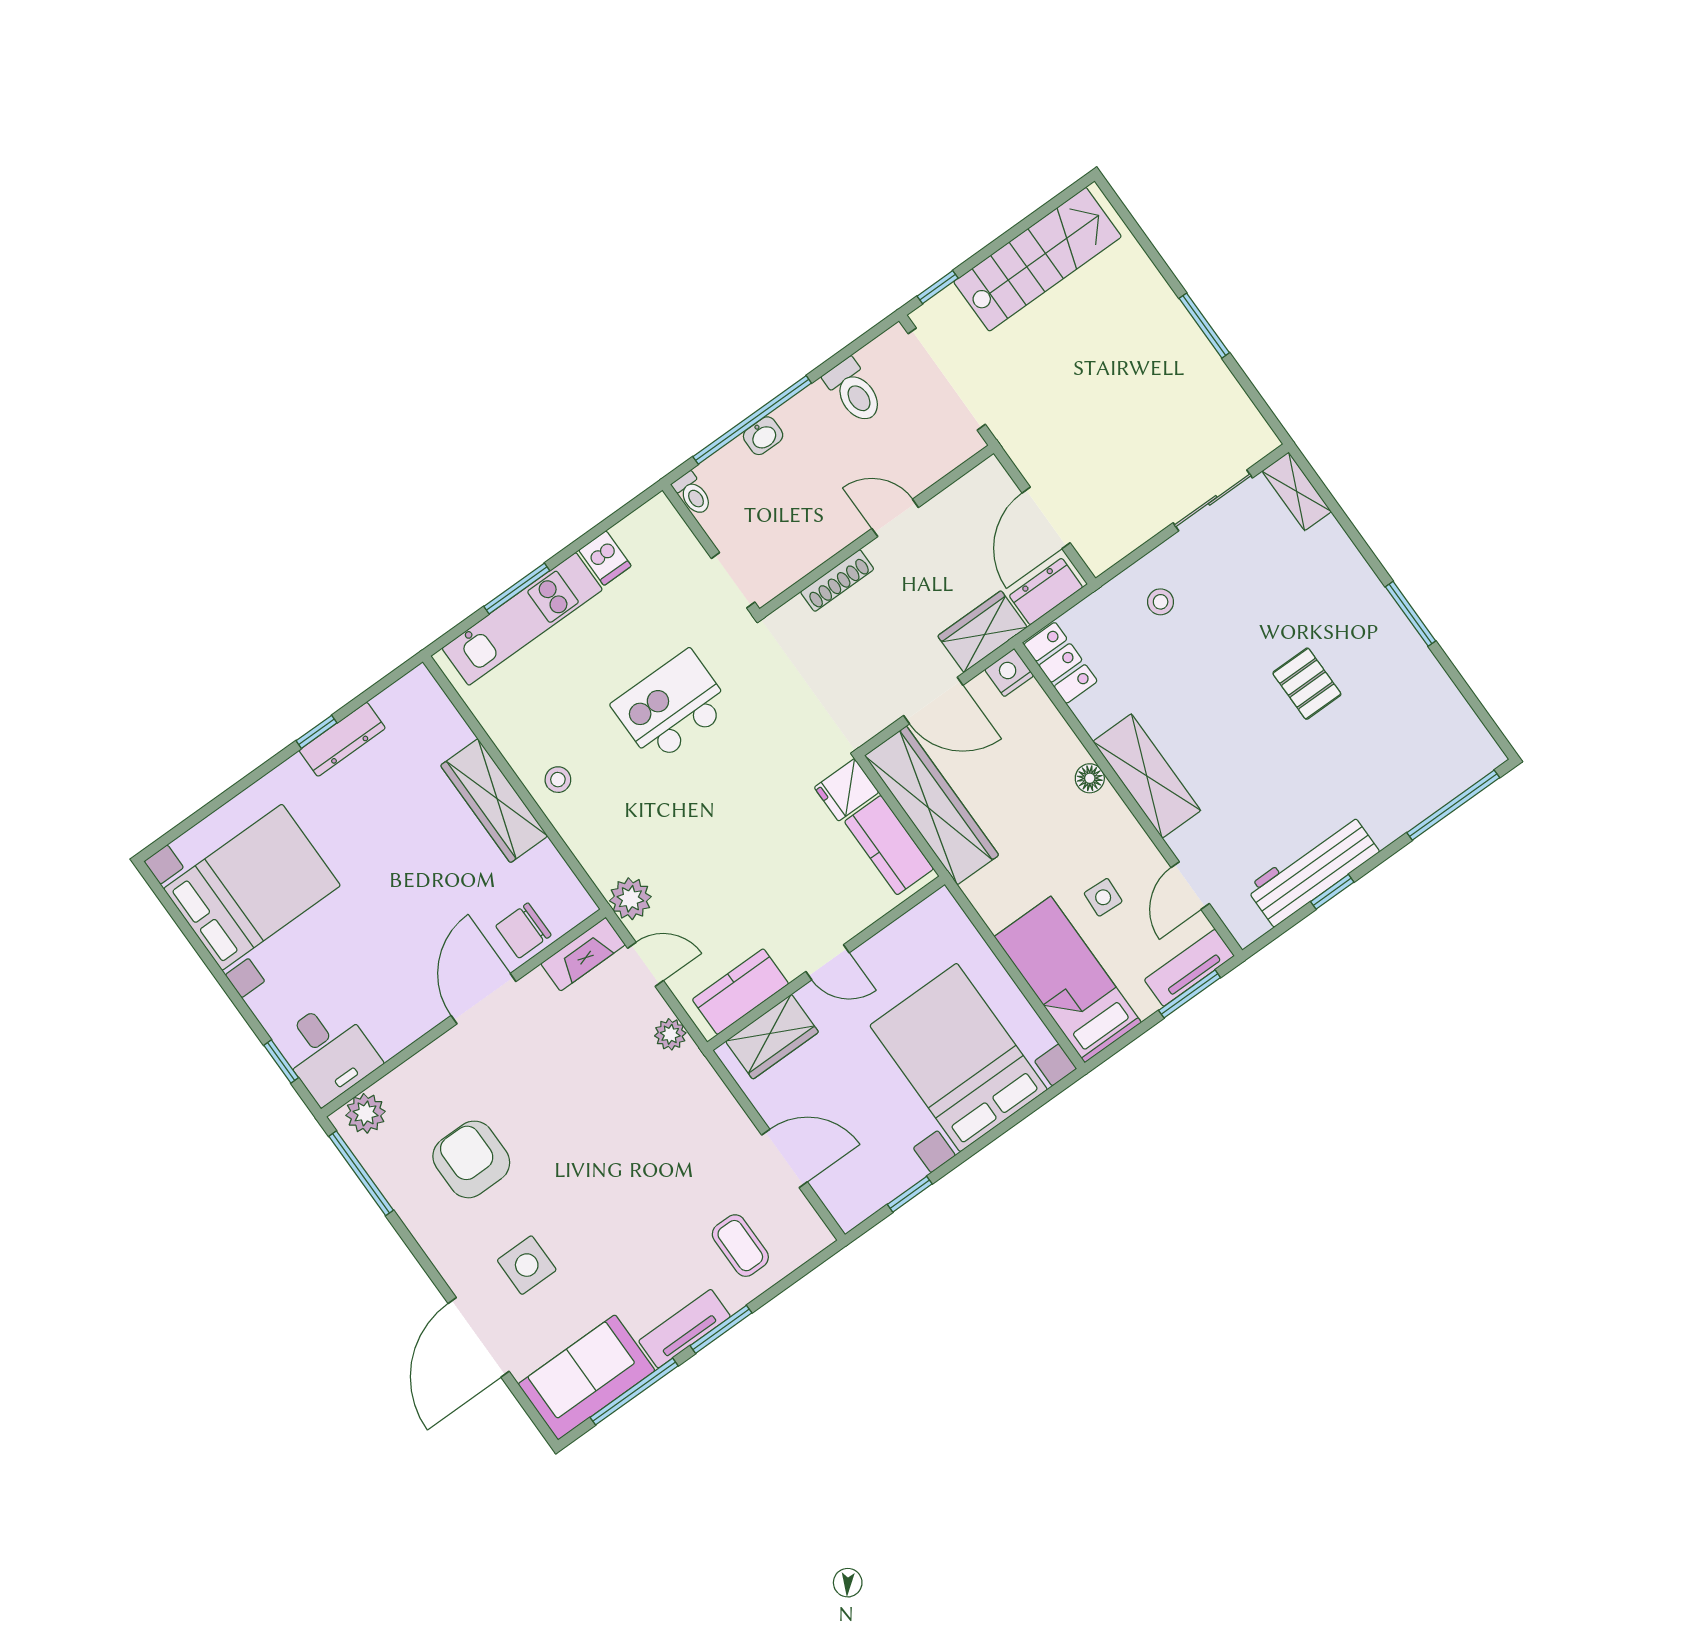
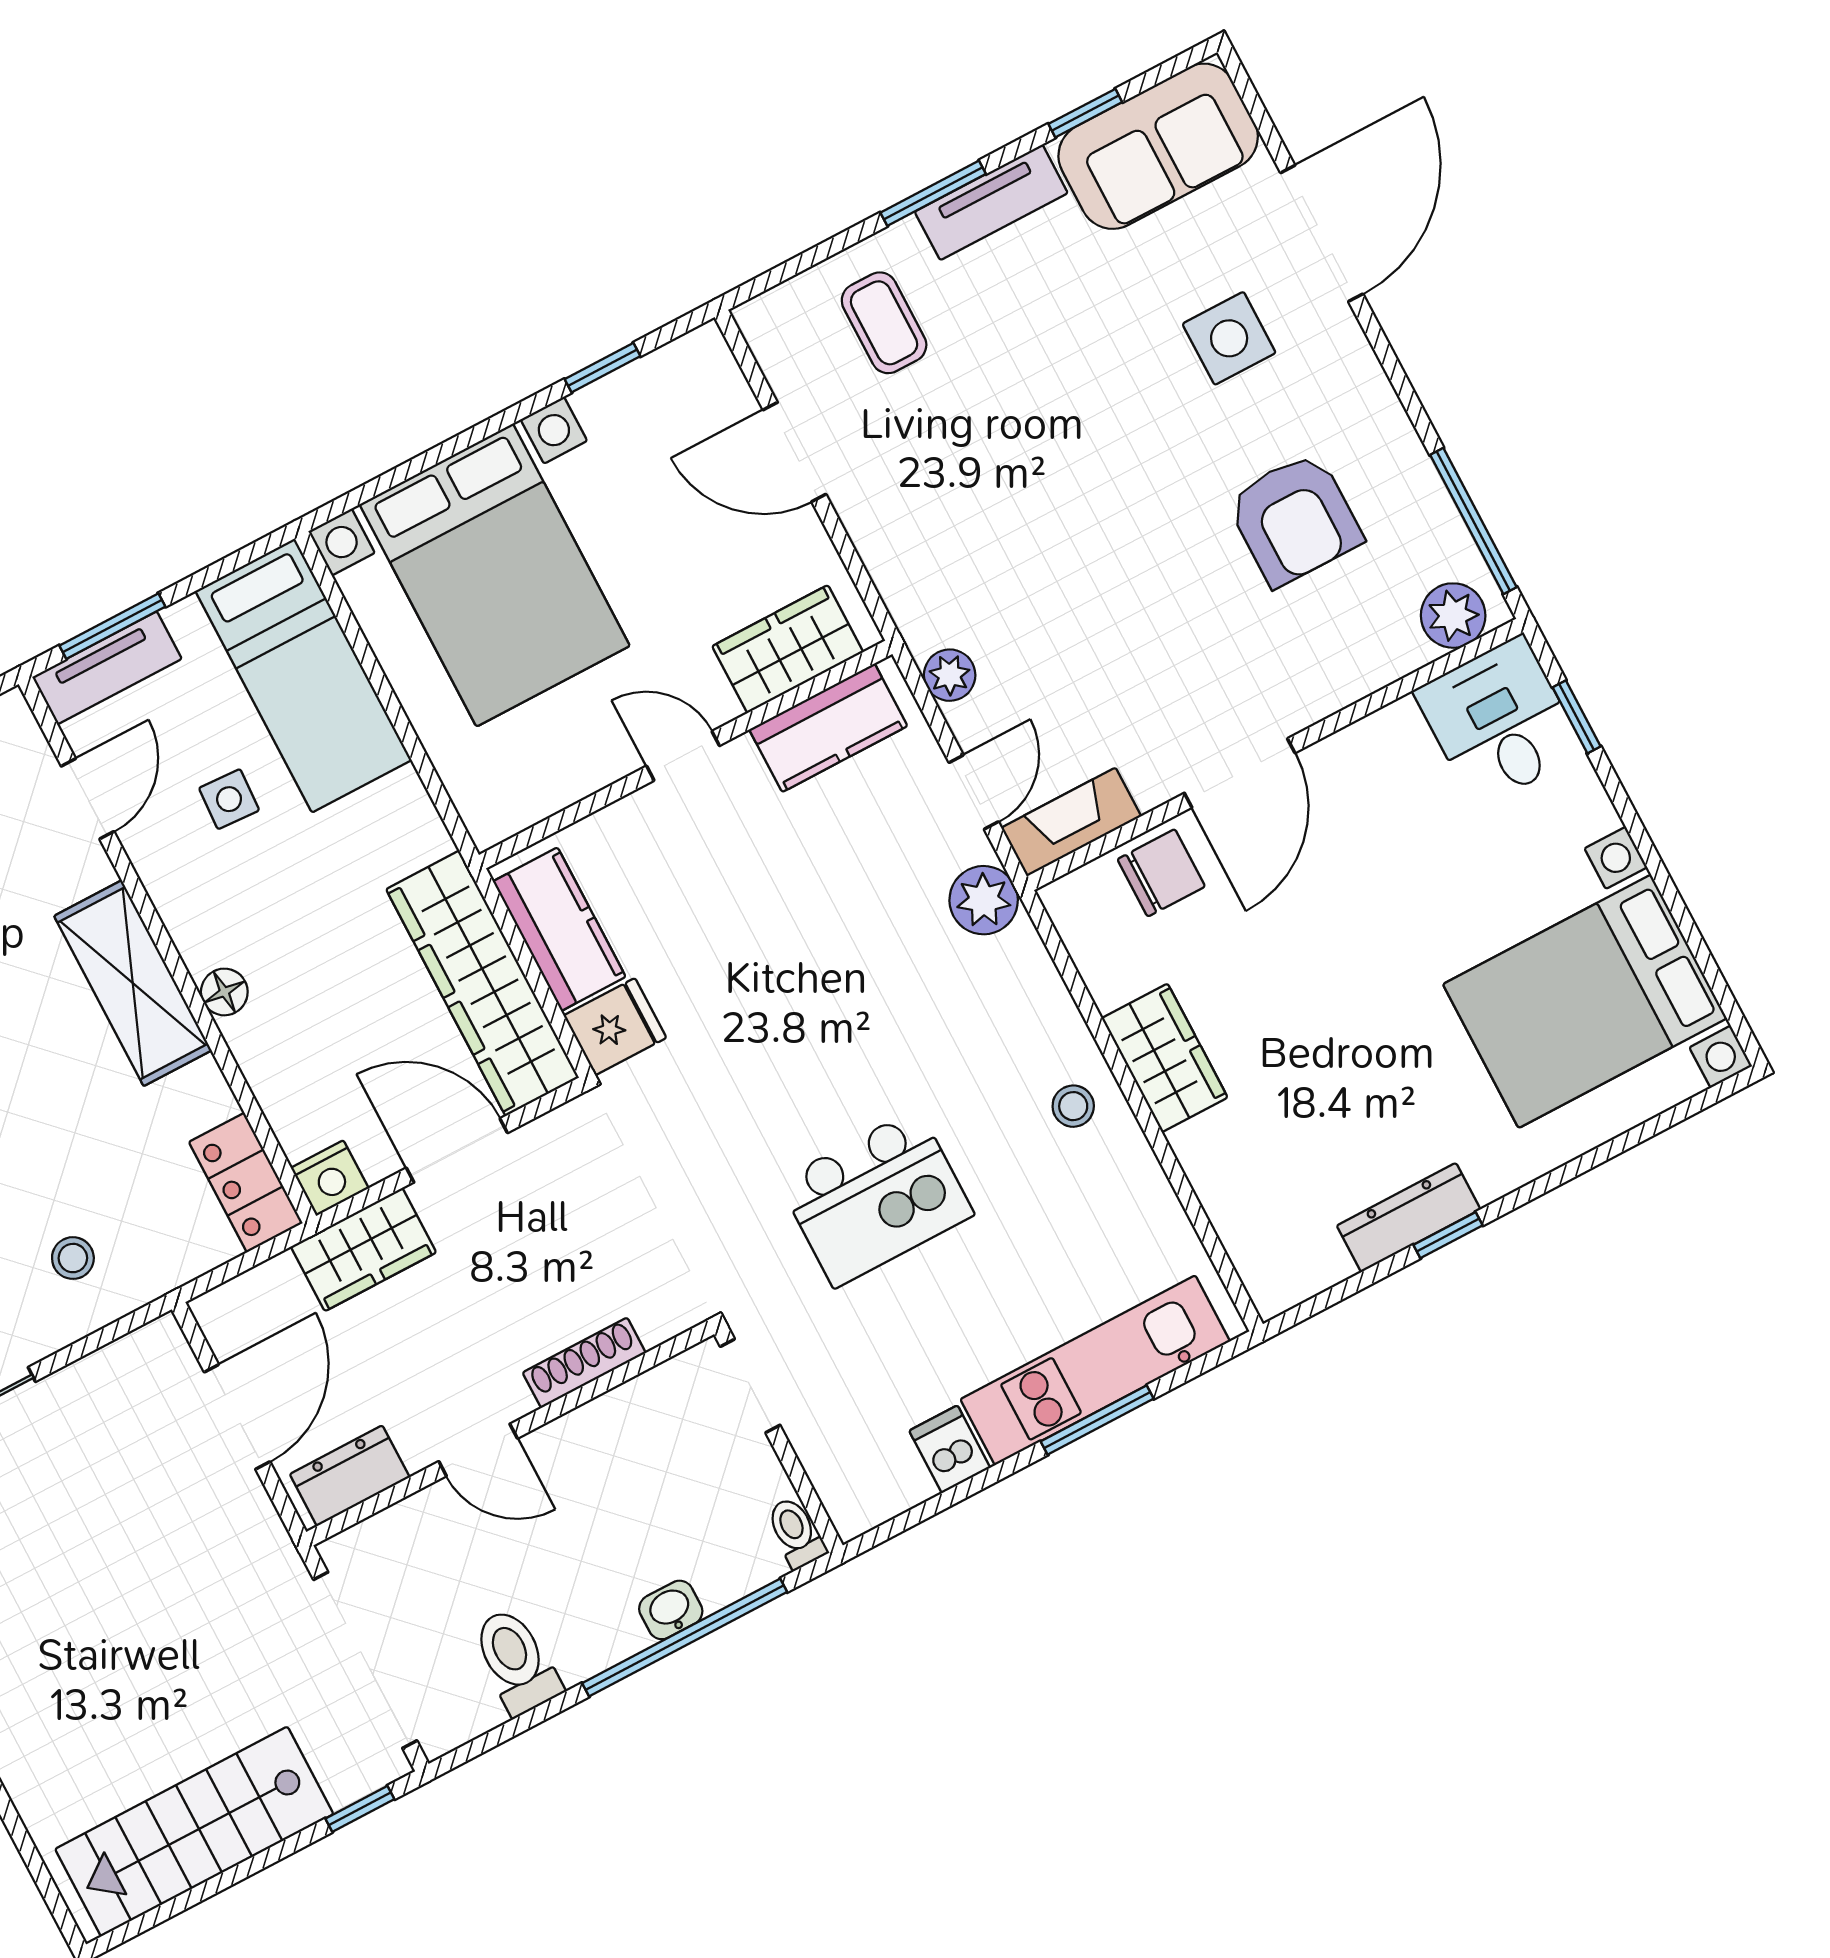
dresser: (1046, 592) -> (350, 1476), moved, turned 180
wardrobe: (494, 801) -> (1165, 1058), width x0.67
door: (646, 964) -> (974, 792), swing flipped
window: (634, 1392) -> (1085, 113), width x0.46

